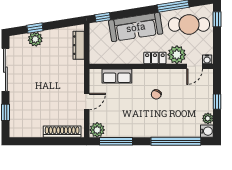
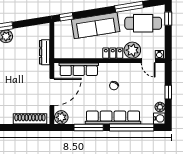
dresser: (79, 45) -> (45, 52), moved
door: (195, 66) -> (148, 61), hinge flipped
row of seats: (117, 76) -> (79, 69), width x1.48
door: (87, 101) -> (52, 92), width x1.88
row of seats: (155, 130) -> (113, 117), added
window: (116, 141) -> (89, 127), moved

